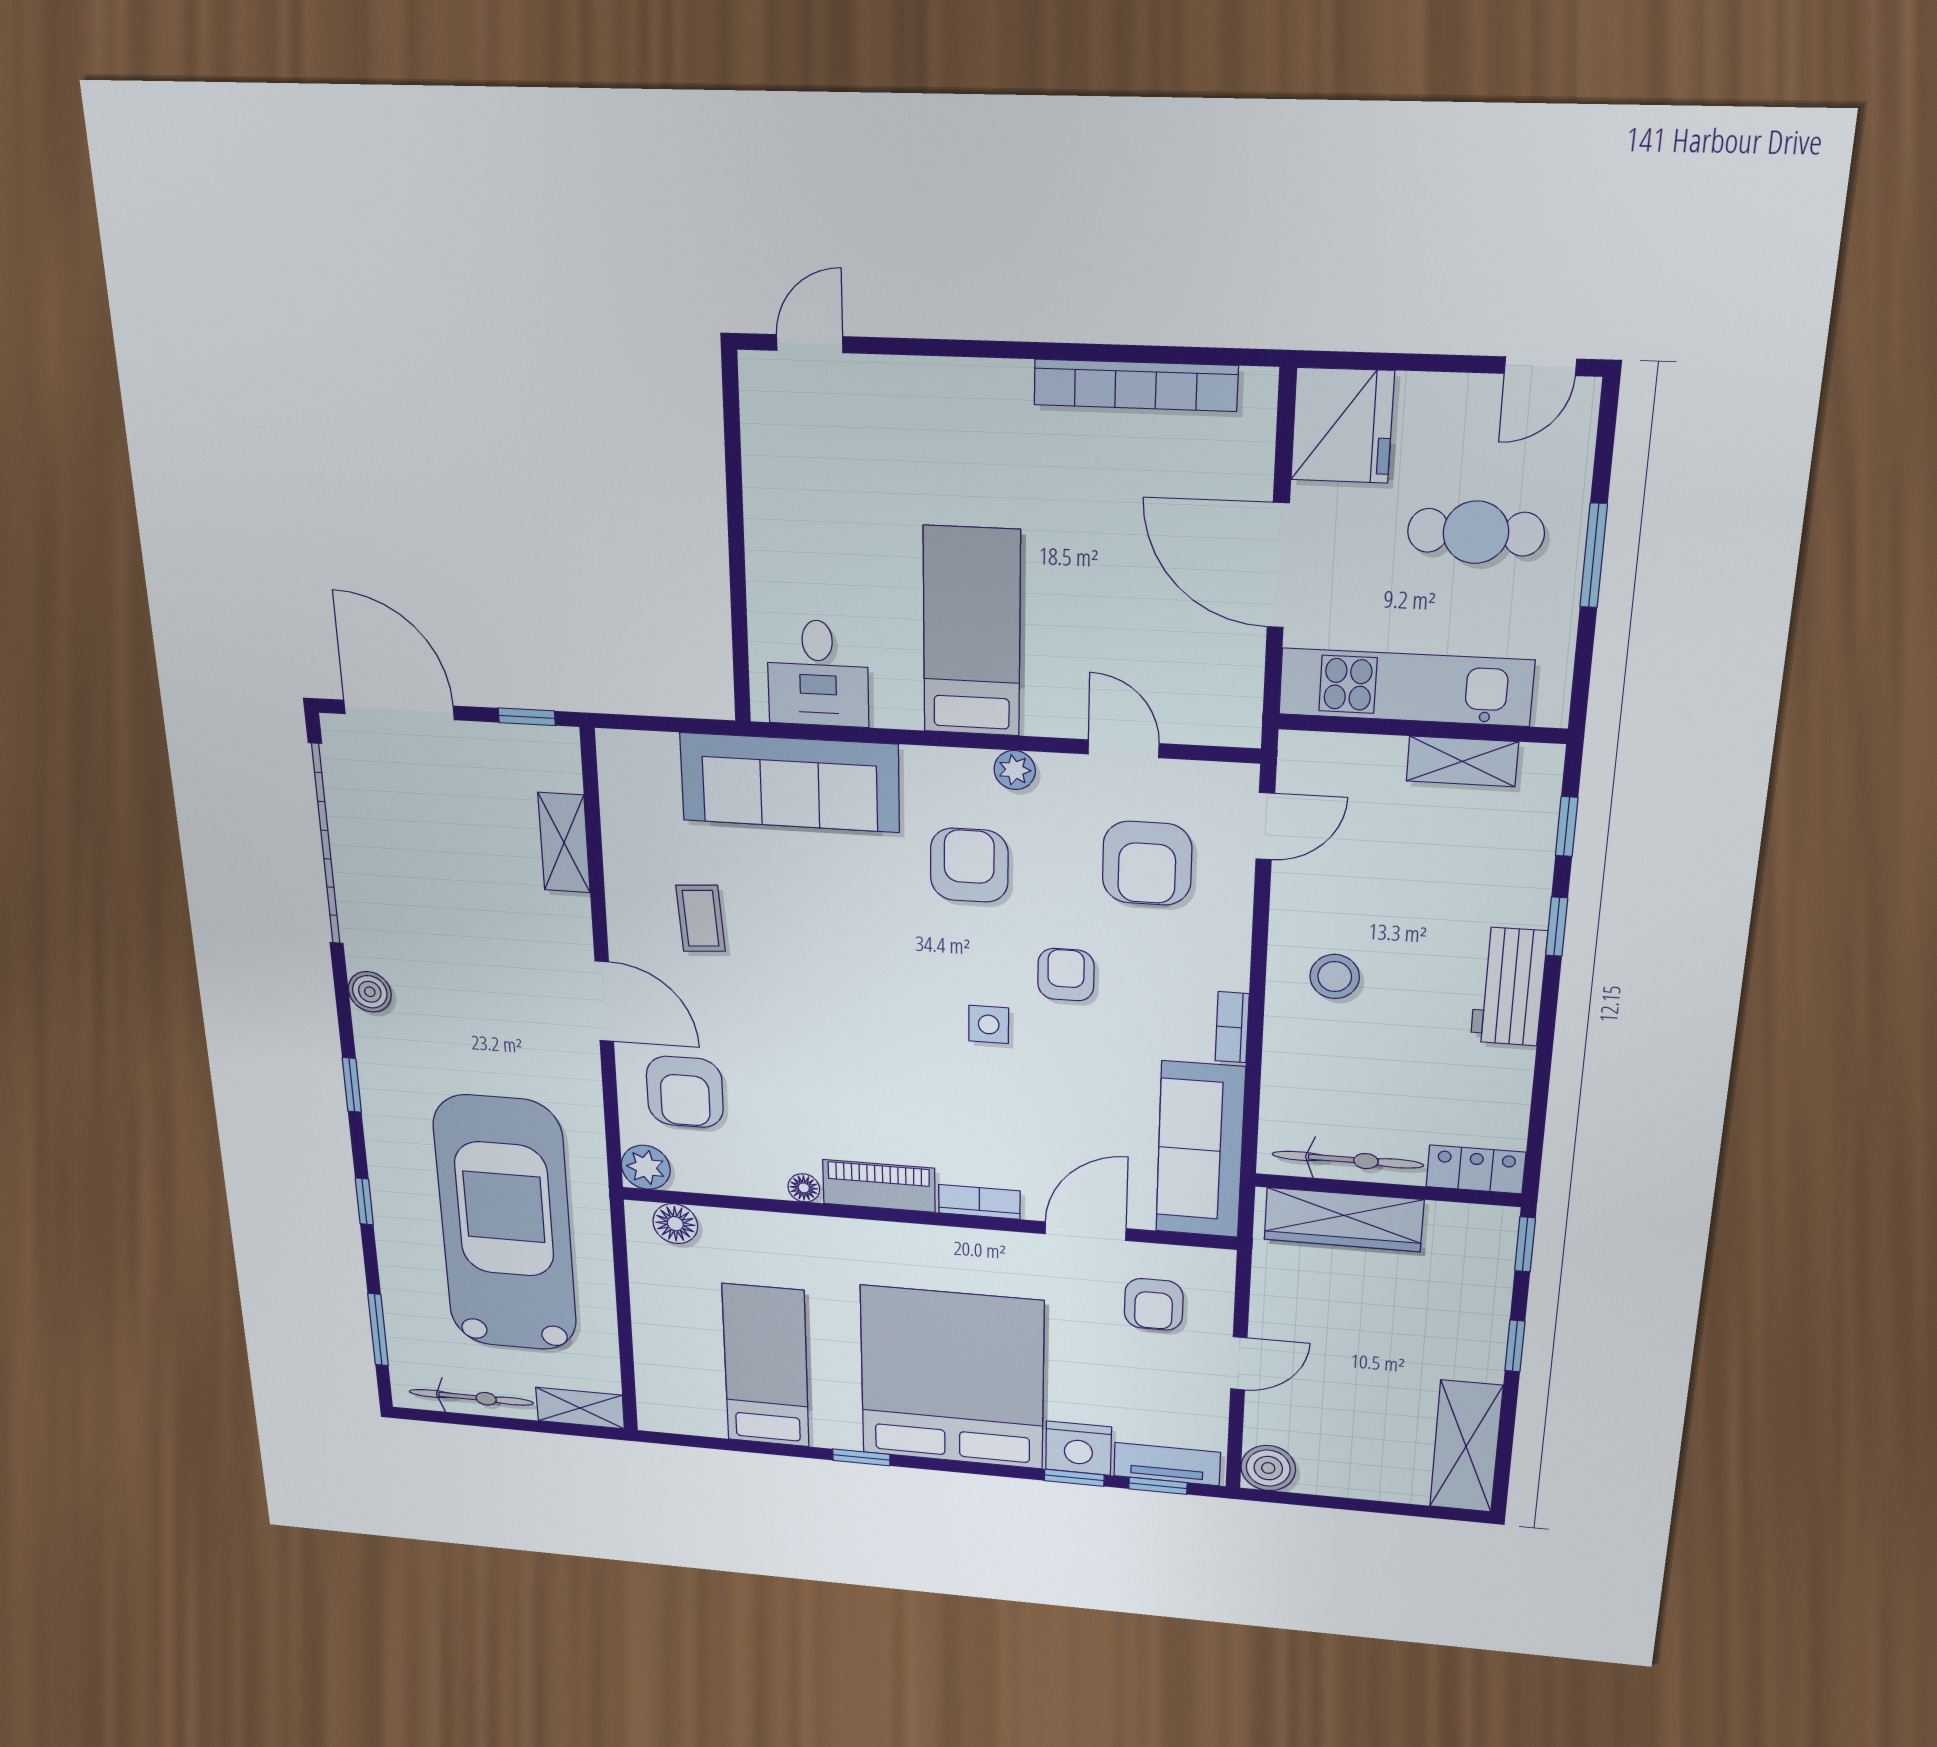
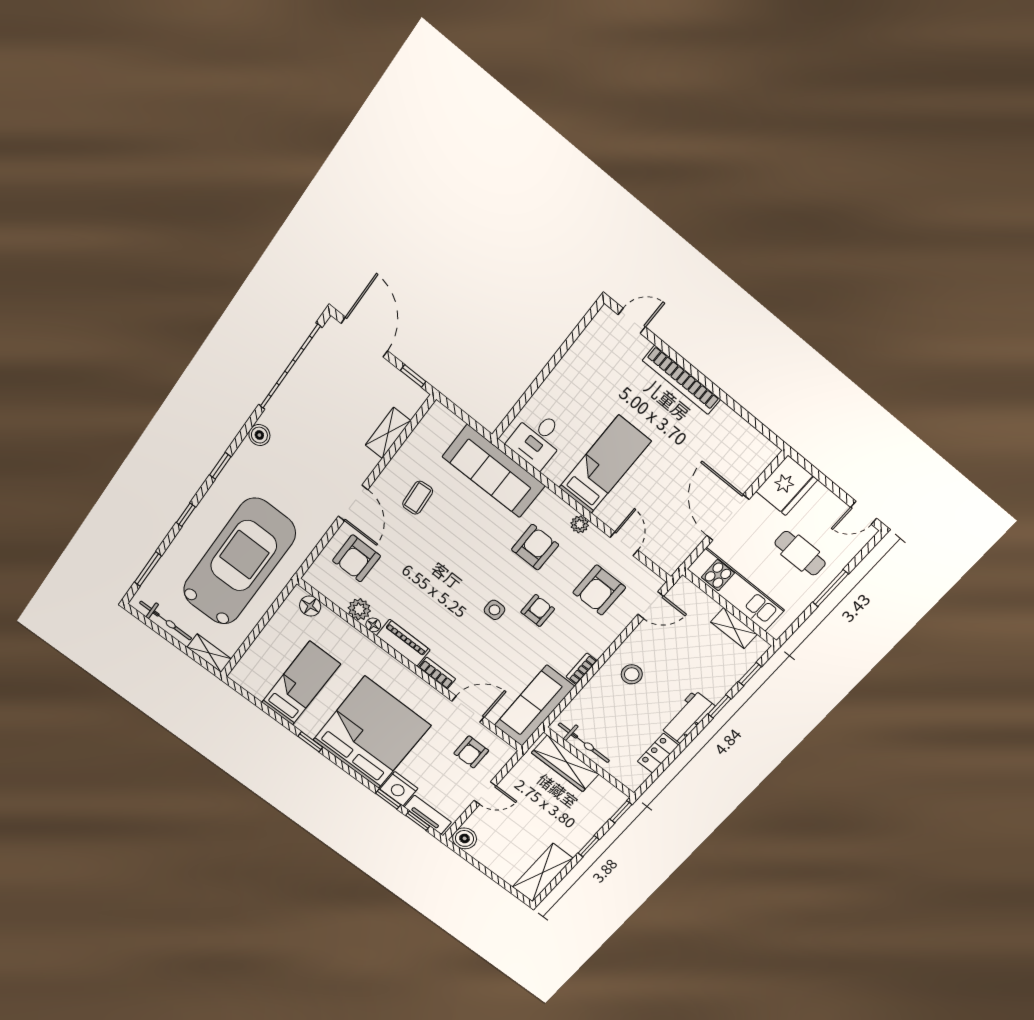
bookcase: (1136, 385) -> (682, 380), moved
plant: (646, 1167) -> (359, 609), moved
locker: (1476, 1169) -> (658, 753), moved, turned -90

